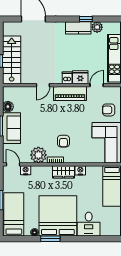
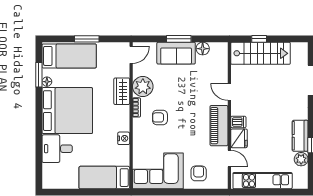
nightstand: (26, 170) -> (124, 71), removed
wardrobe: (64, 172) -> (122, 91), moved
window: (50, 239) -> (39, 75), moved

